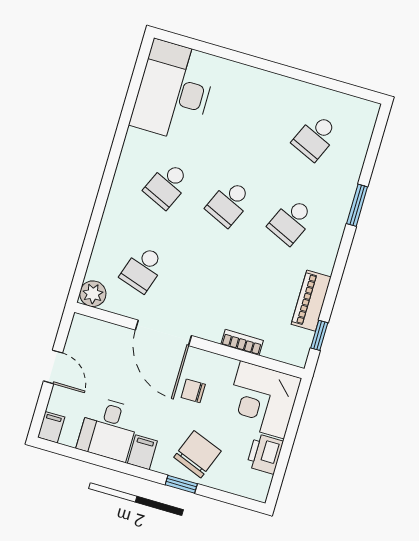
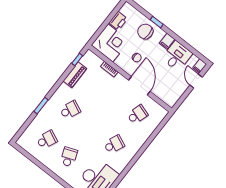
school desk: (229, 203) -> (69, 157), moved, turned -45
plant: (93, 294) -> (161, 113), removed
door: (53, 367) -> (196, 81), moved
chair: (197, 454) -> (145, 31), turned 69

